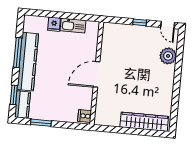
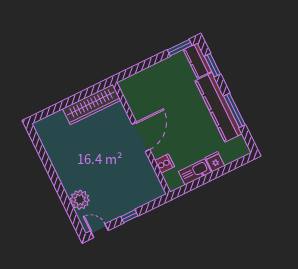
cooker: (85, 116) -> (165, 164), moved
wardrobe: (144, 122) -> (92, 105), moved
window: (41, 123) -> (180, 48), moved

